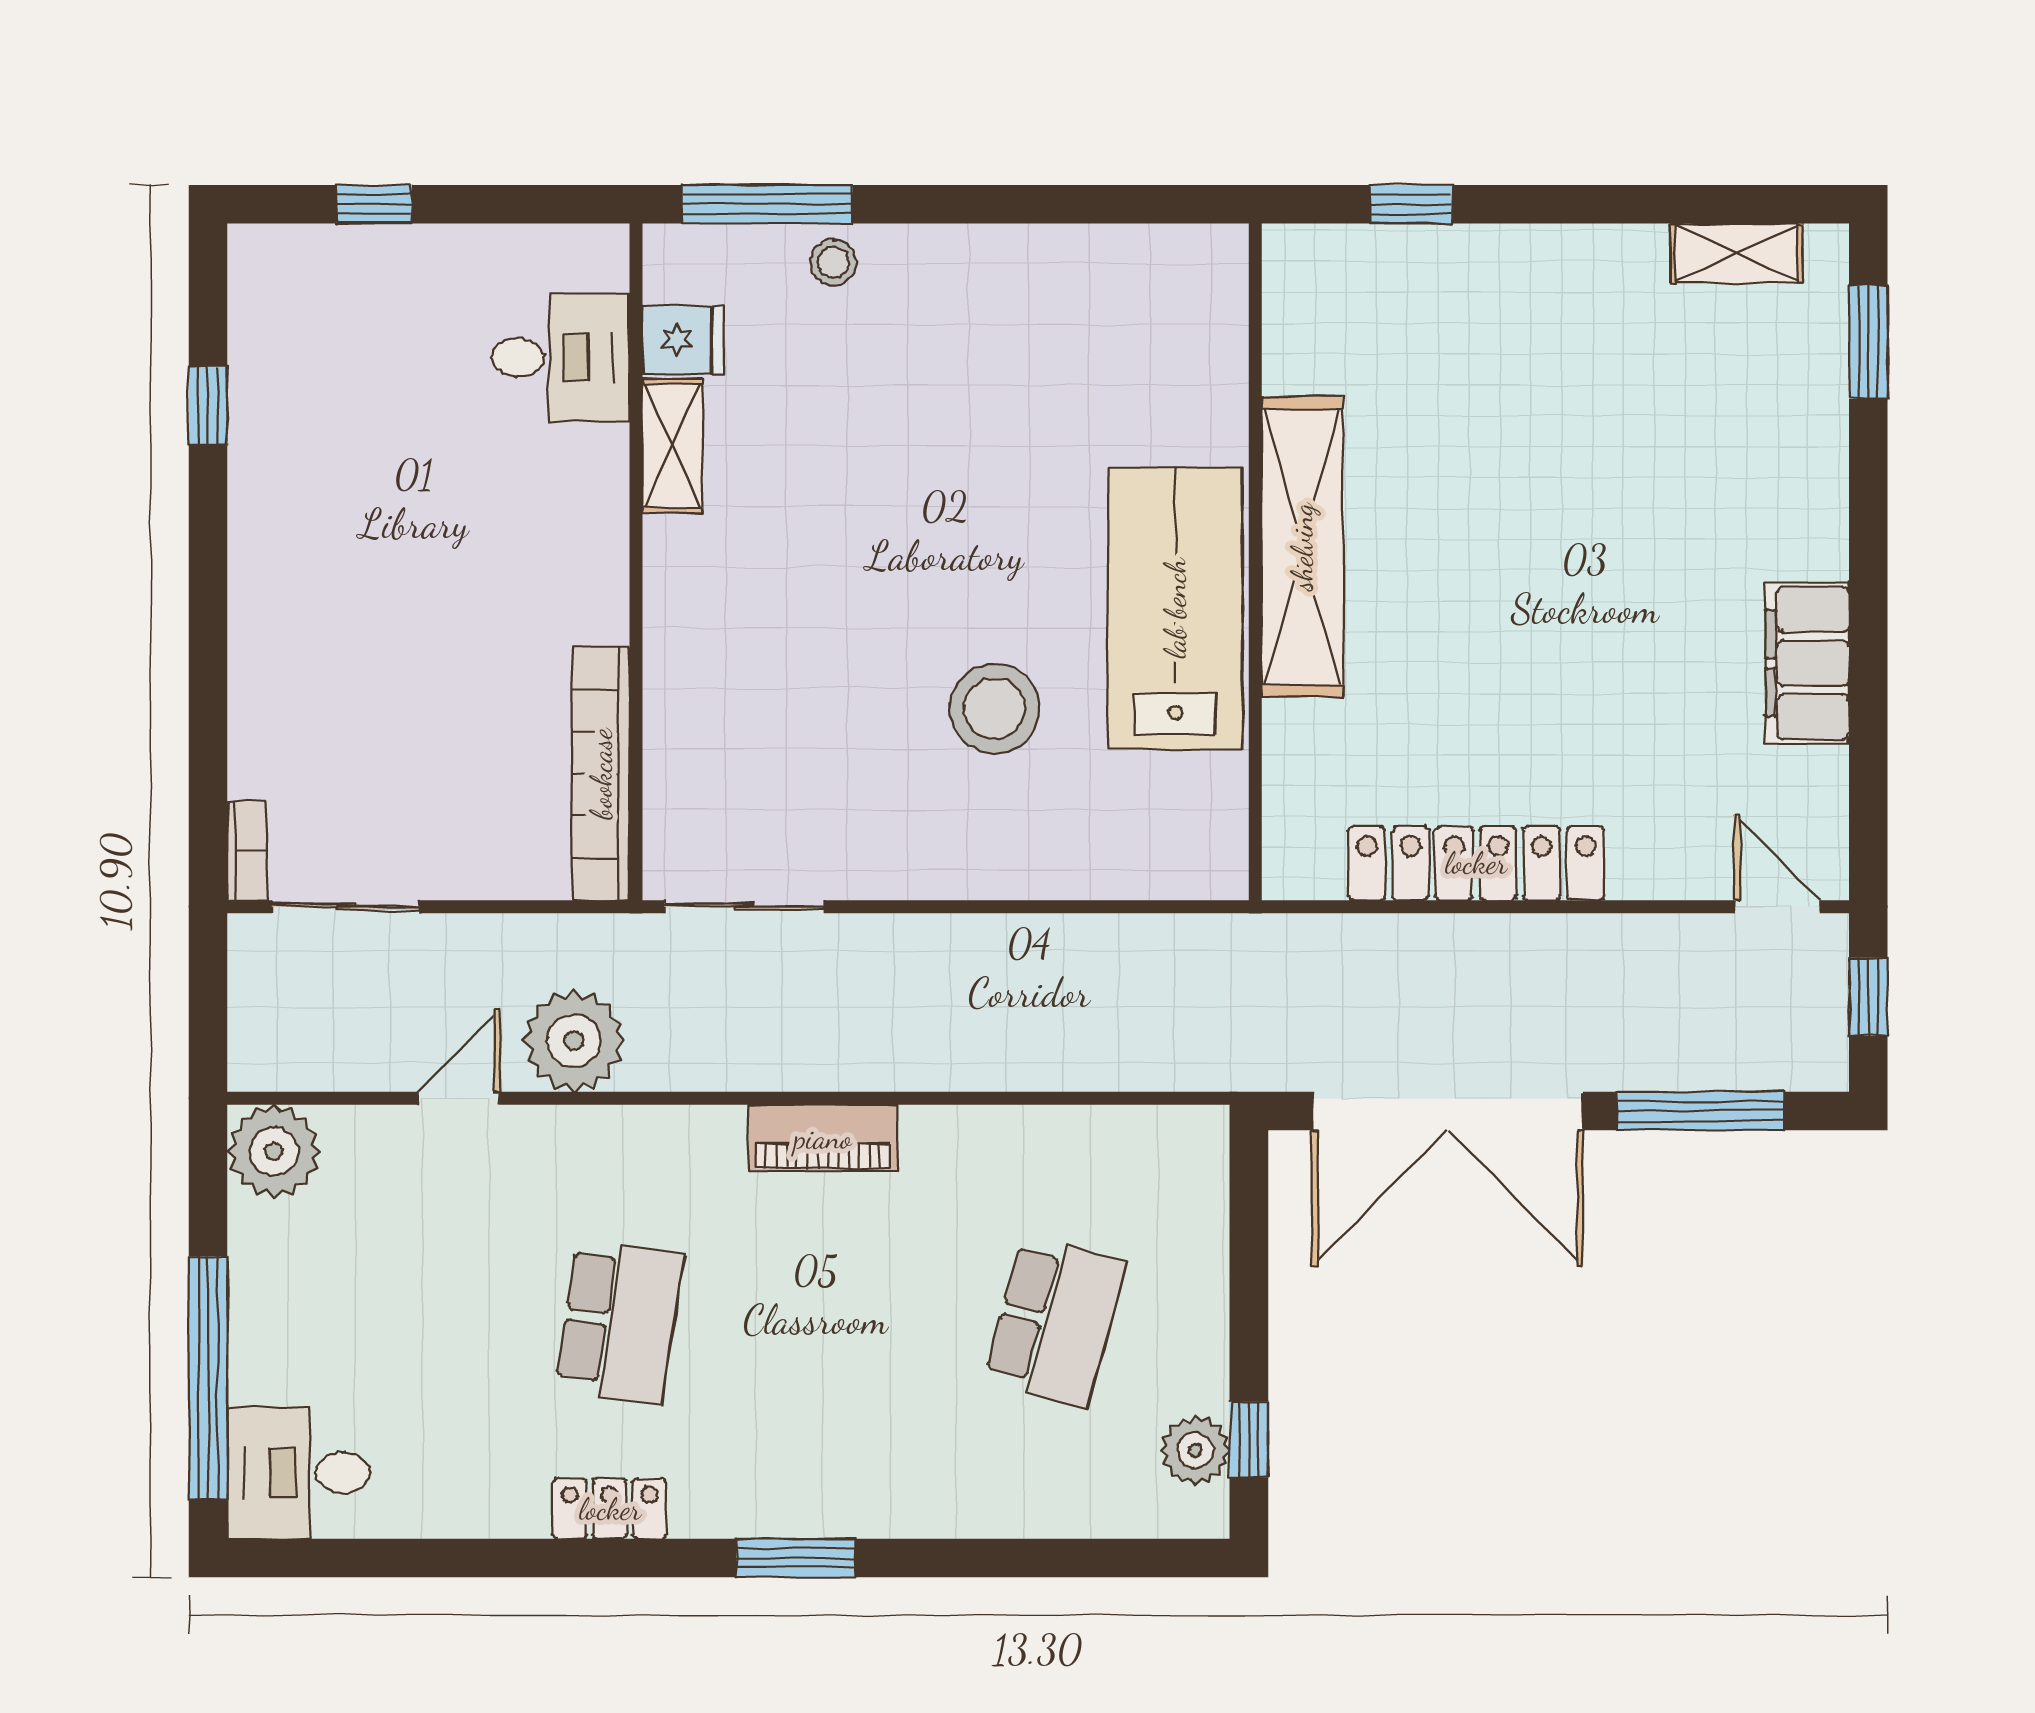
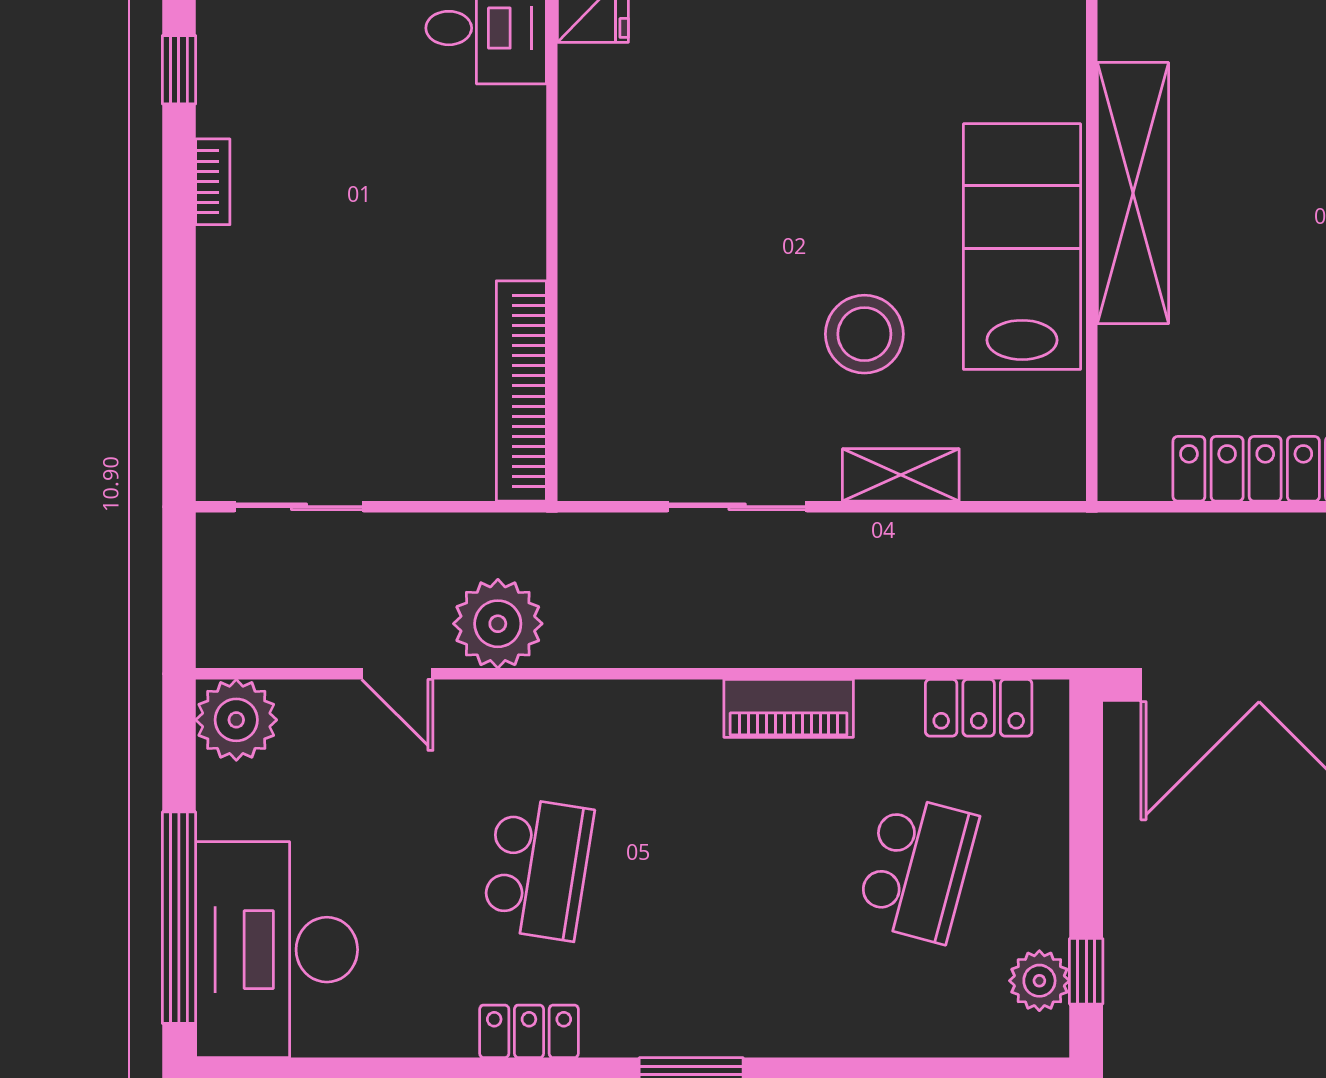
shelving: (672, 446) -> (901, 475), moved, turned 90
bookcase: (247, 851) -> (213, 182), moved
sliding door: (744, 907) -> (737, 507), moved
door: (459, 1098) -> (397, 674), swing flipped
locker: (1126, 1137) -> (979, 708), added
piano: (823, 1138) -> (789, 708), moved
desk: (299, 1473) -> (277, 950), width x1.87, depth x1.30

